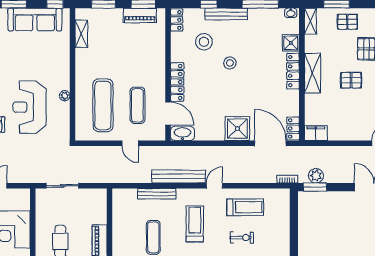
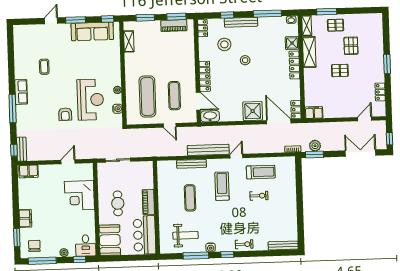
shelving: (312, 73) -> (309, 52), moved
reception desk: (30, 107) -> (90, 100), turned 180
water cooler: (64, 120) -> (117, 109), added

